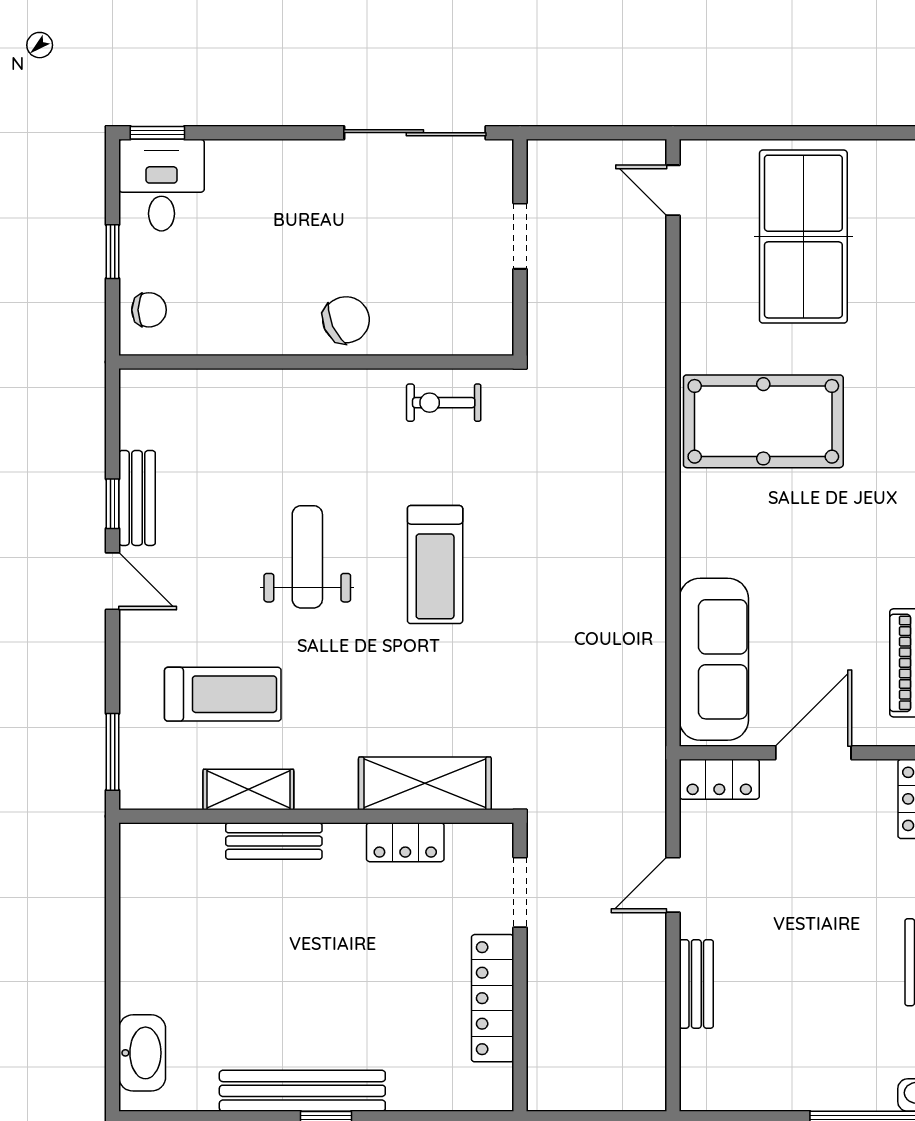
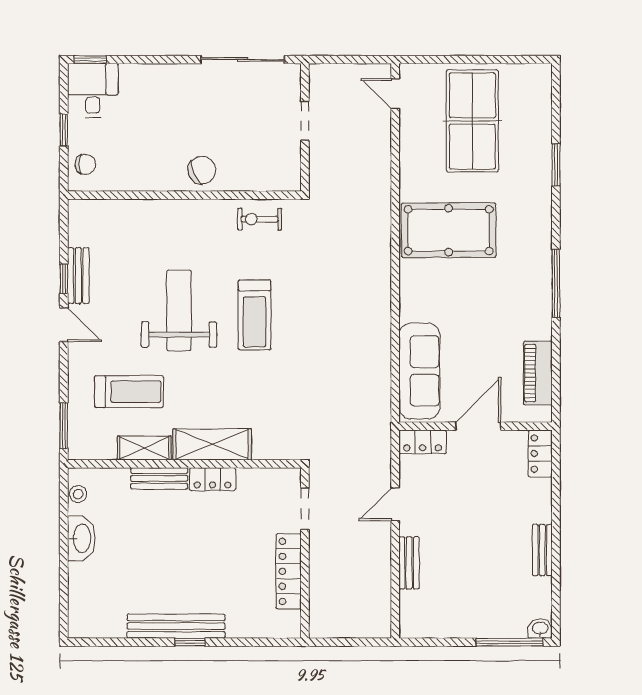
weight bench: (307, 557) -> (179, 310), width x1.36, depth x1.33
shelving: (425, 783) -> (212, 444), moved
locker: (405, 842) -> (213, 479), moved
stool: (137, 868) -> (78, 494), added
washbasin: (142, 1053) -> (81, 538), moved

